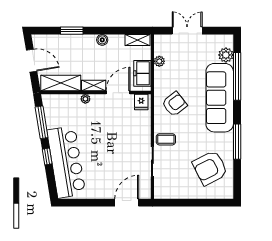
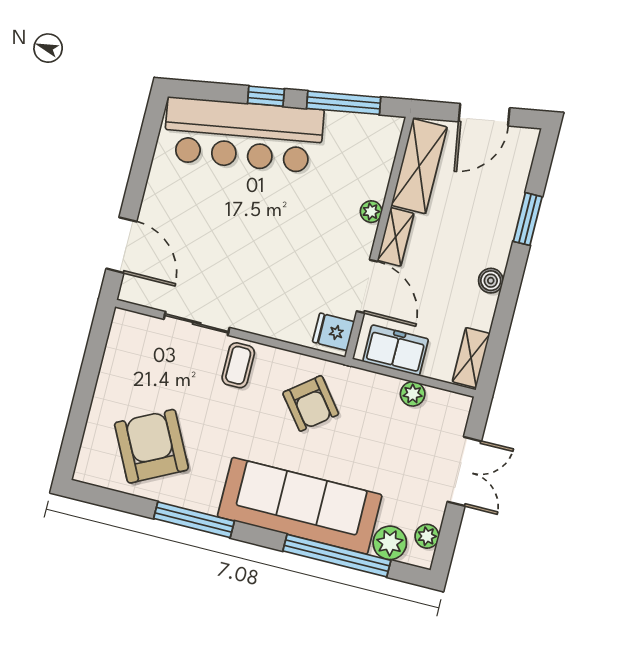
plant: (219, 40) -> (427, 536), added

